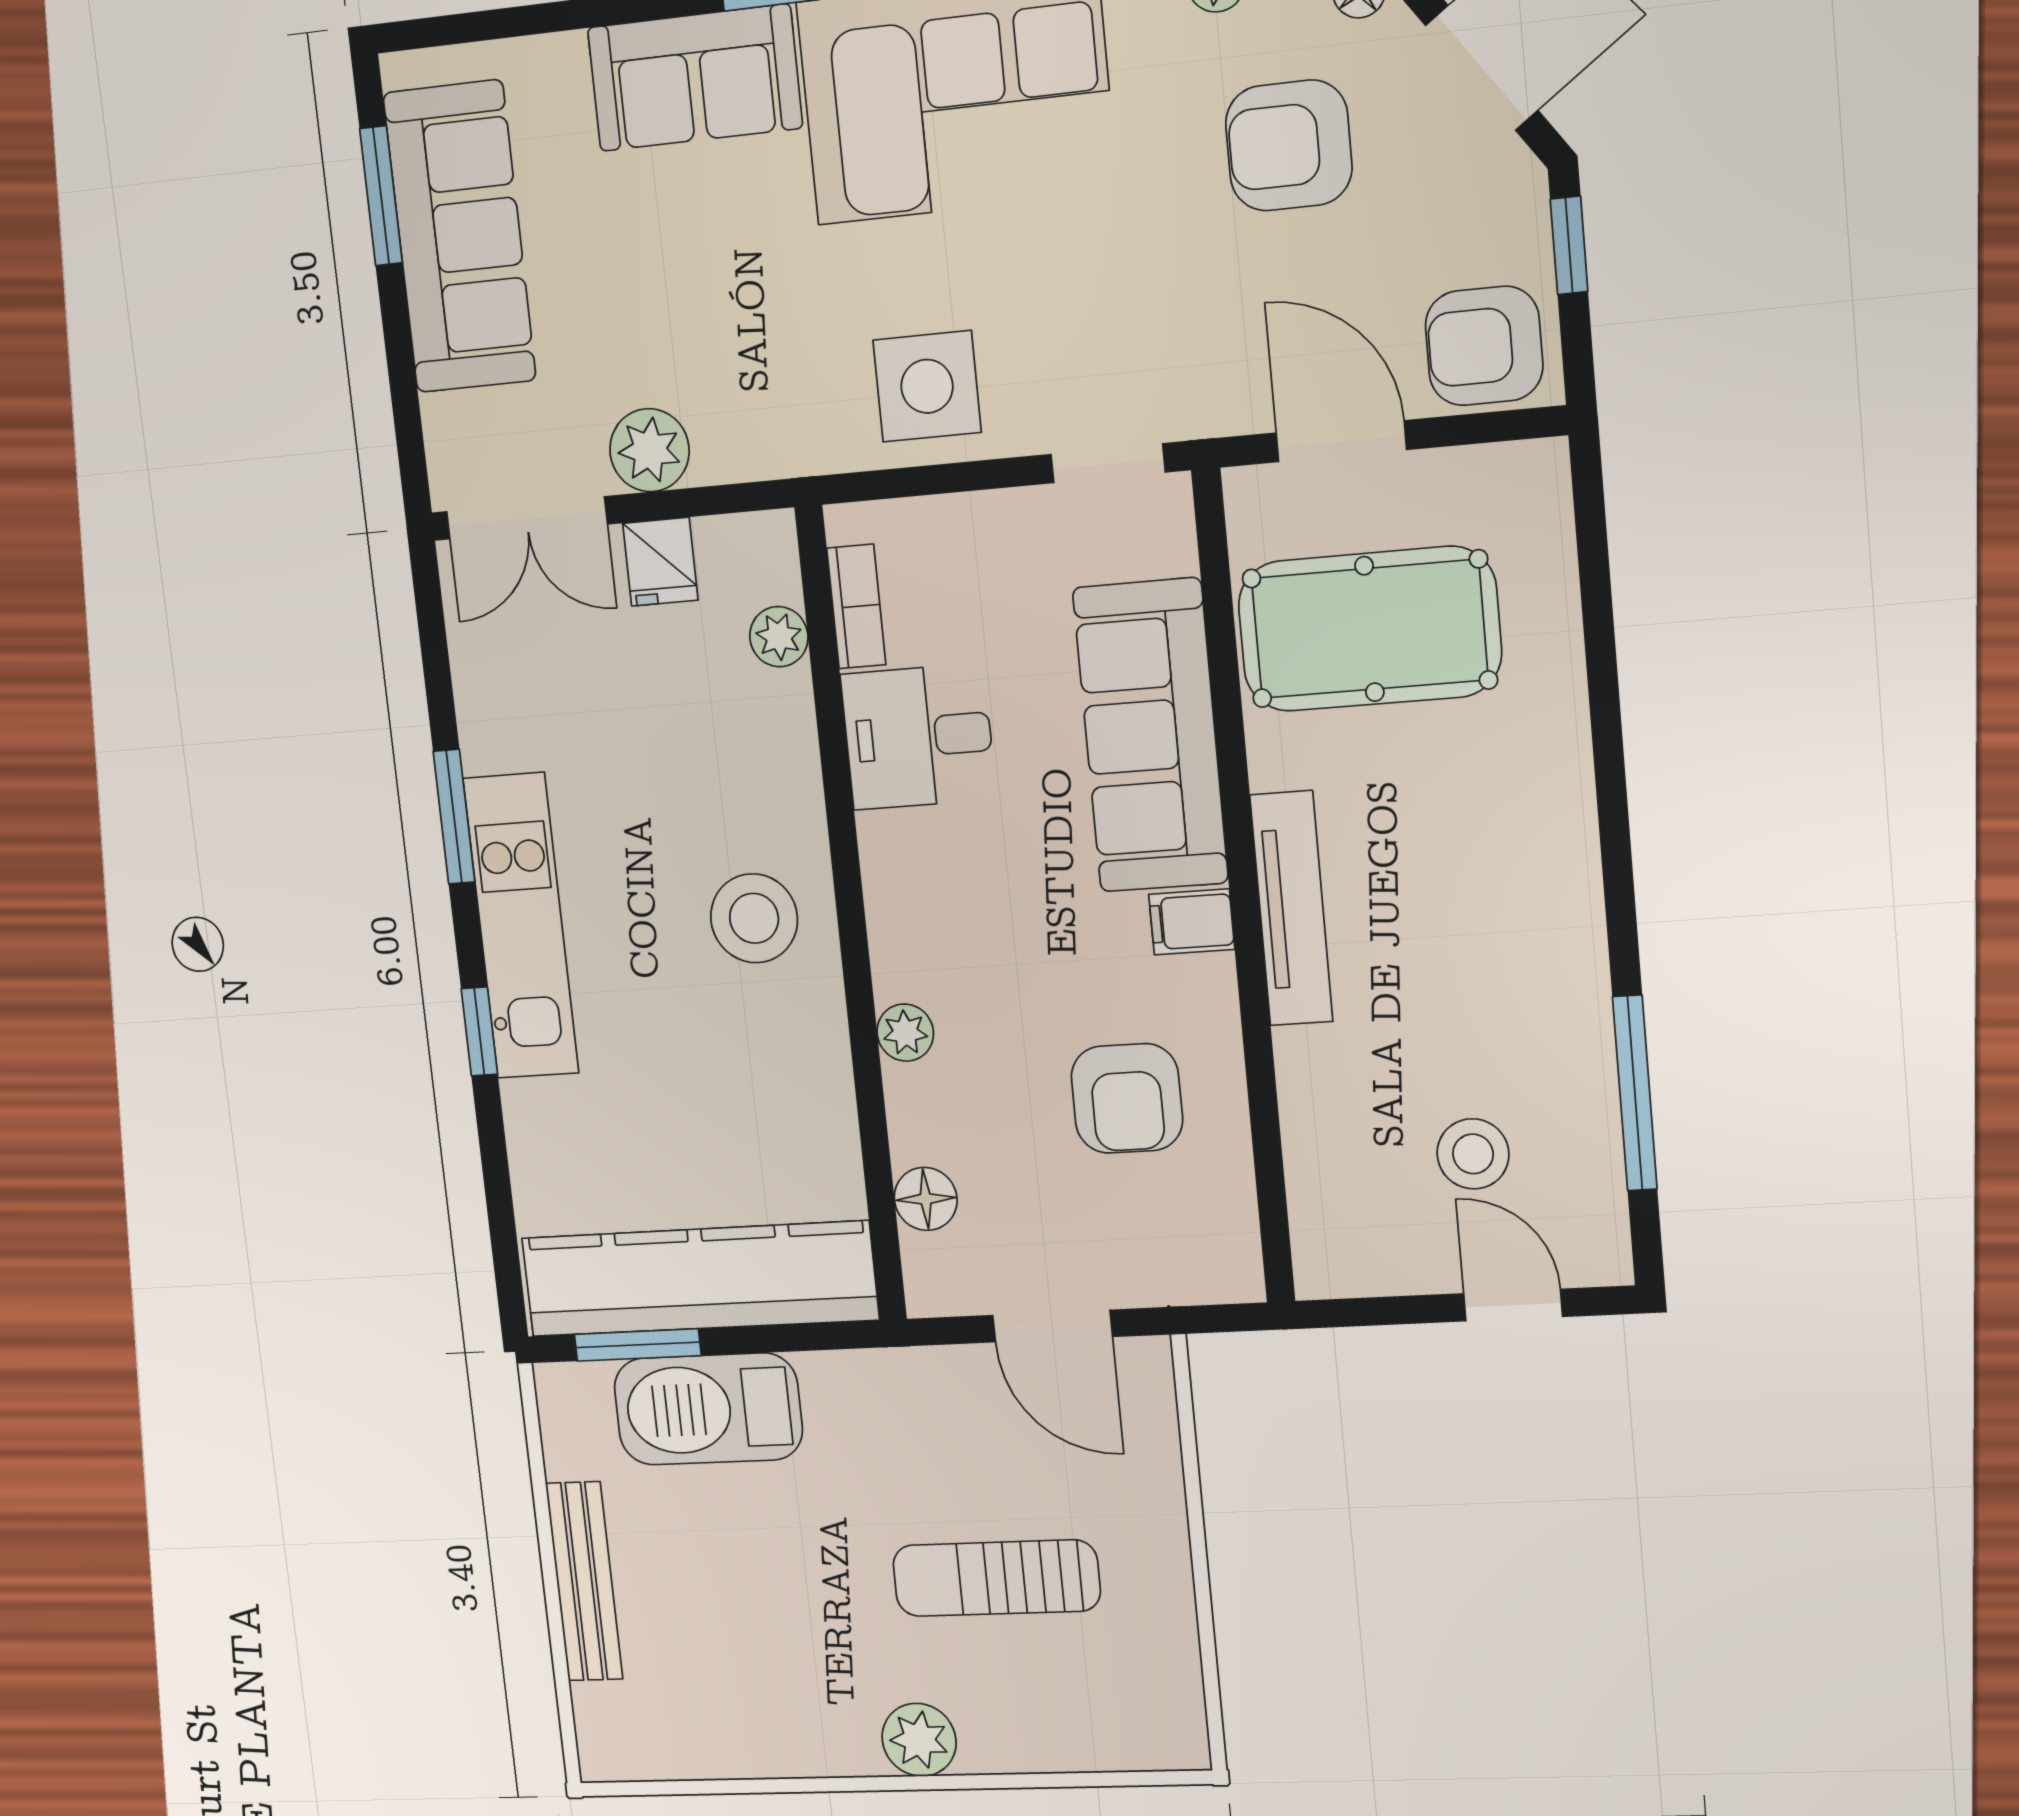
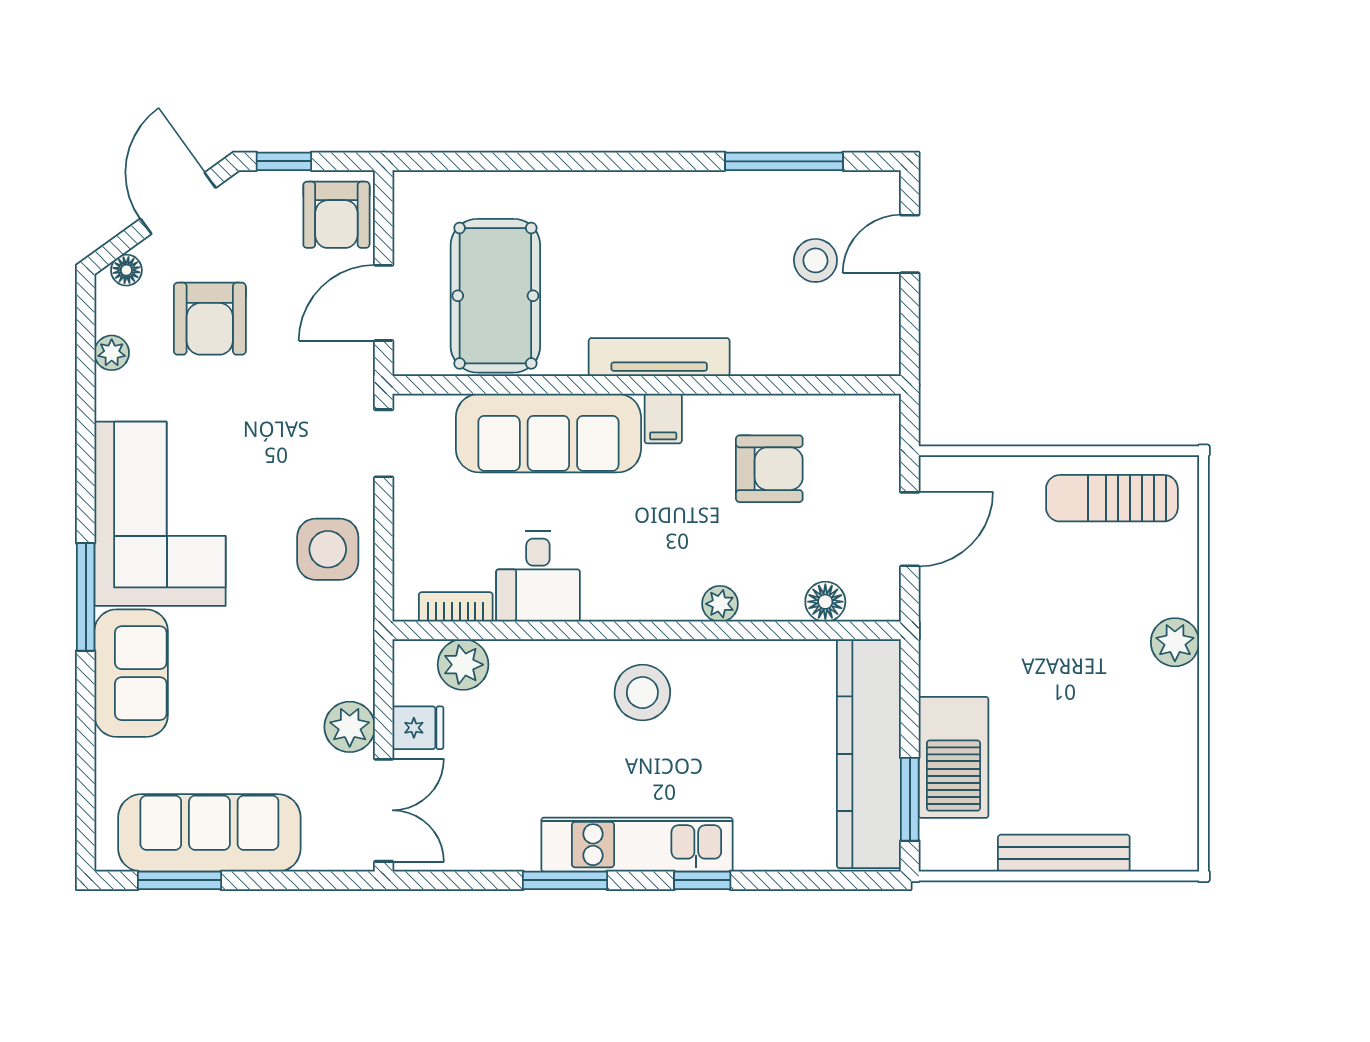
plant: (779, 637) -> (463, 665), width x1.38, depth x1.38
sun lounger: (996, 1578) -> (1112, 498), moved, turned 90

